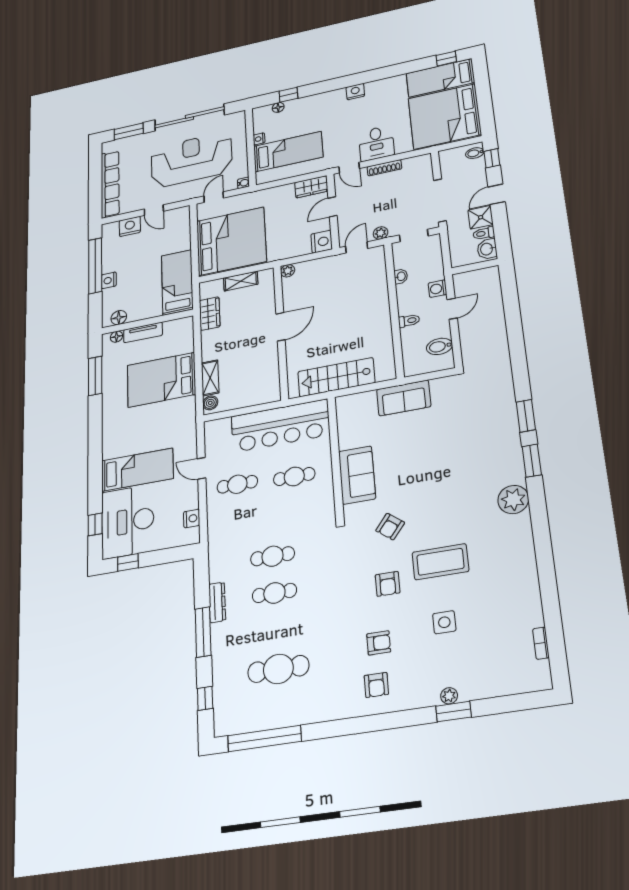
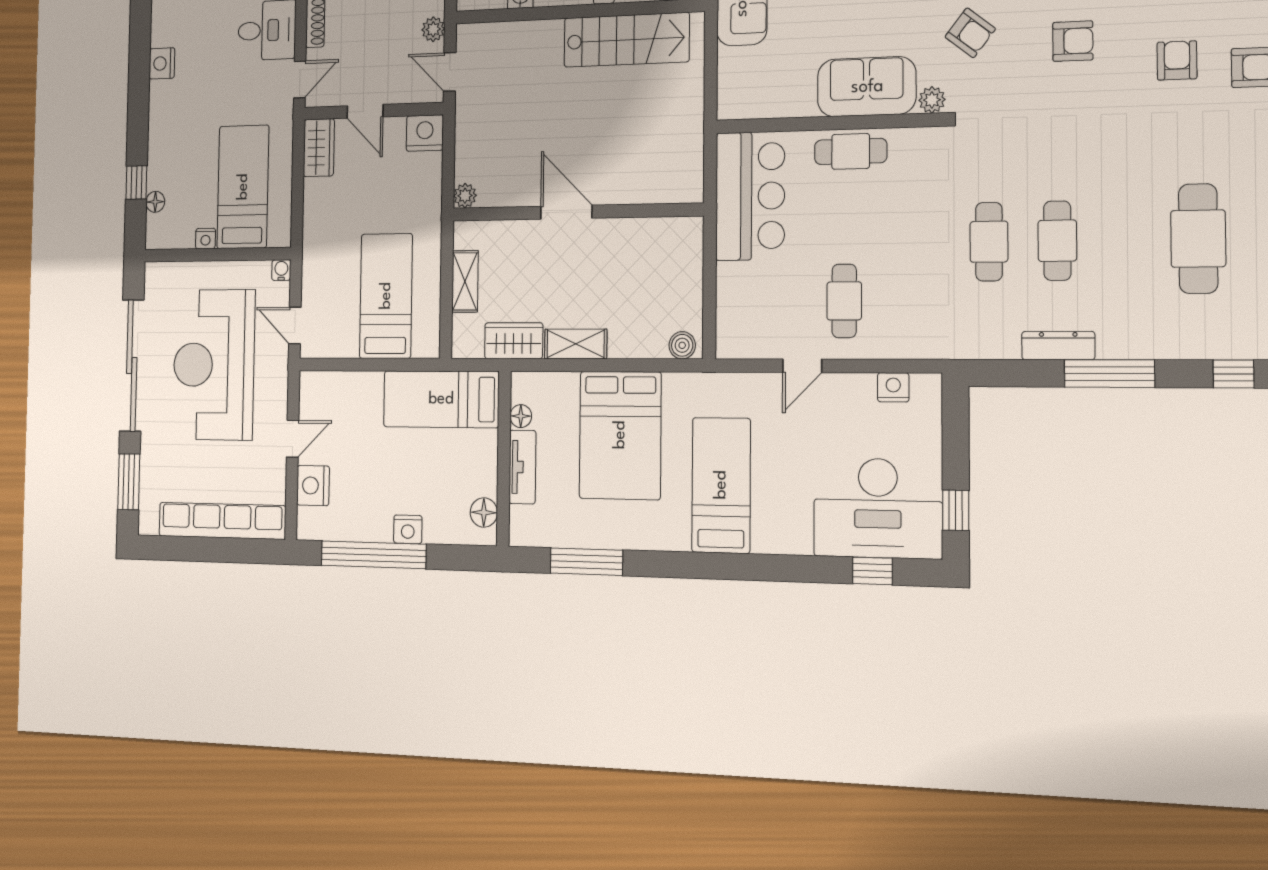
bed: (231, 241) -> (386, 296), width x0.49
floor lamp: (116, 337) -> (521, 416), moved
stairs: (336, 377) -> (626, 40), moved, turned -90
shelving: (210, 378) -> (576, 344), moved
bar counter: (280, 426) -> (750, 196), width x0.73
bed: (137, 470) -> (721, 485), moved
cafe table: (294, 476) -> (851, 151), moved, turned 90
plant: (351, 512) -> (932, 100), added

